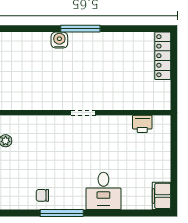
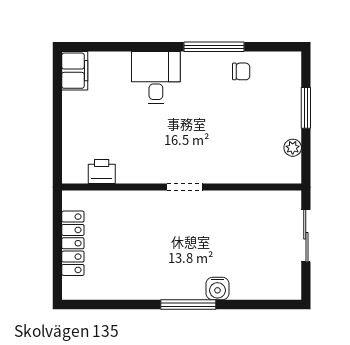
locker: (163, 56) -> (73, 243), moved

